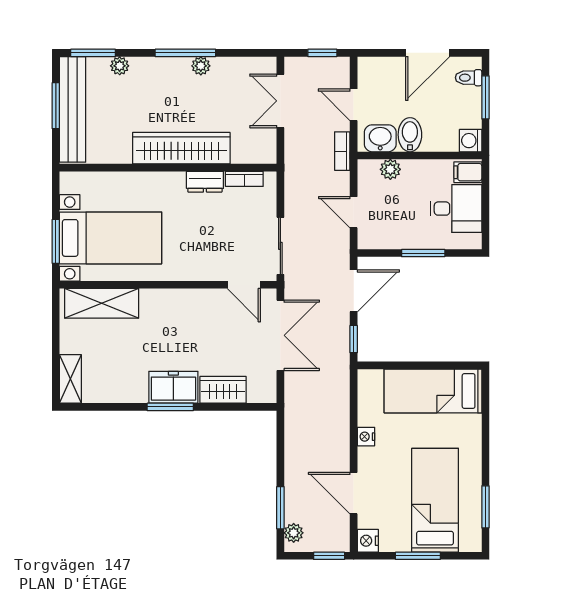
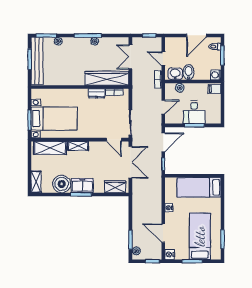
wardrobe: (181, 148) -> (107, 78), moved
desk: (456, 209) -> (194, 112), moved, turned 90
door: (354, 212) -> (163, 107), swing flipped
shelving: (164, 299) -> (78, 146), added
boiler: (127, 384) -> (62, 184), added
wardrobe: (223, 390) -> (115, 187), moved

